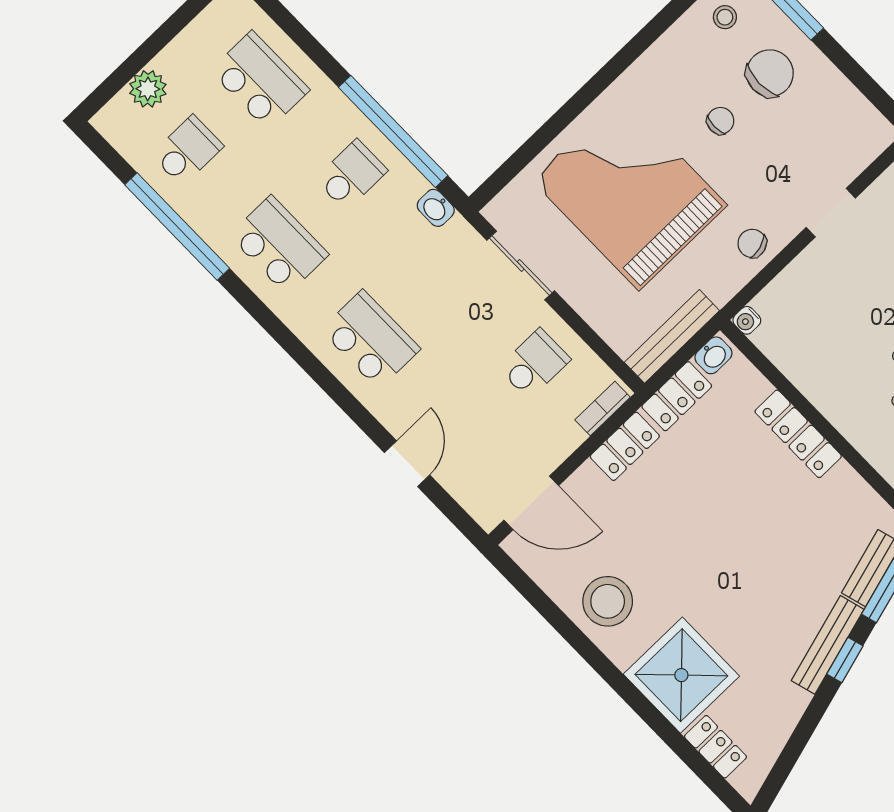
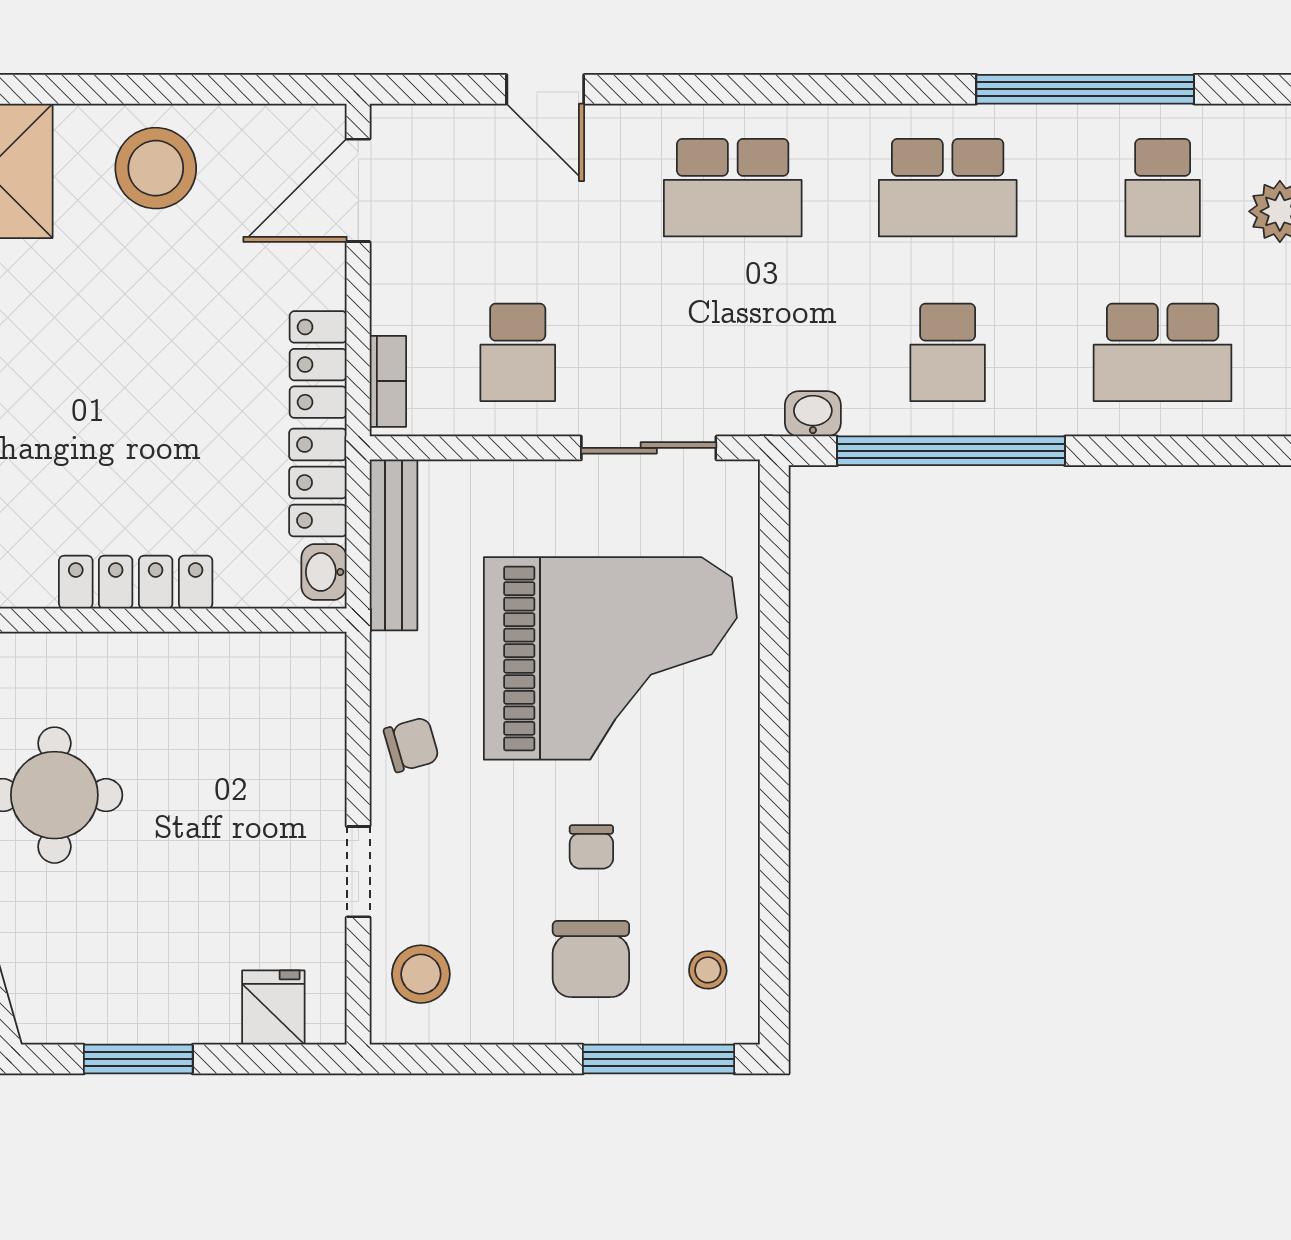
stool: (849, 142) -> (421, 974), added
water cooler: (747, 320) -> (327, 651), removed

